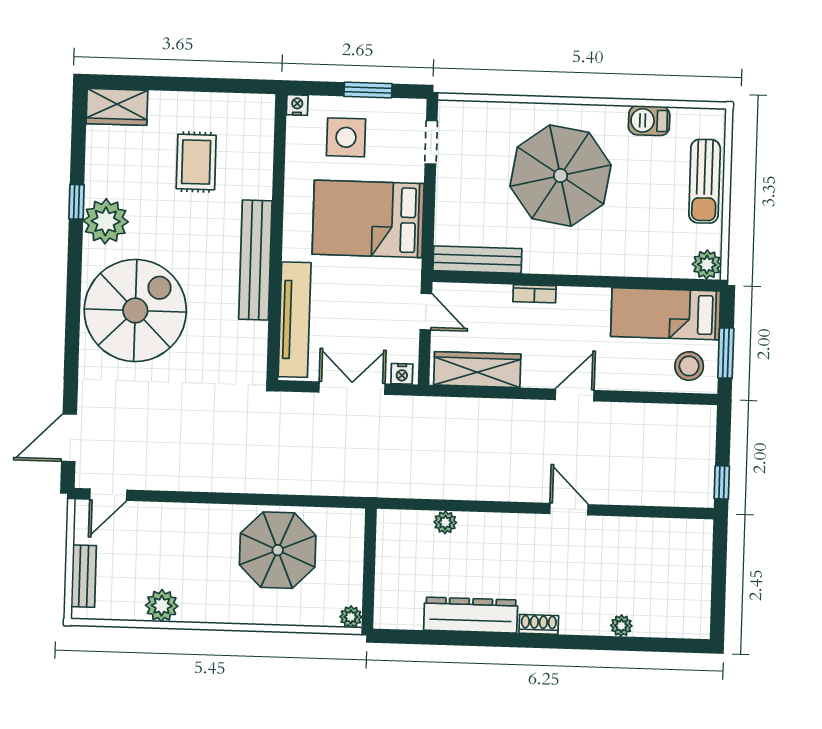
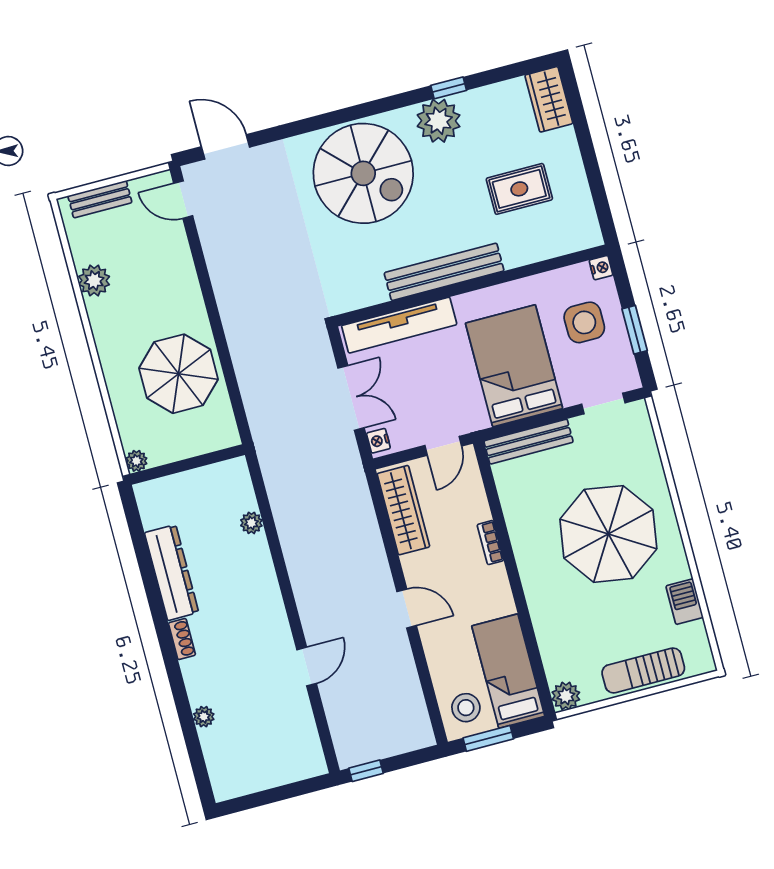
bench: (477, 260) -> (529, 442), moved, turned 90
door: (569, 509) -> (307, 667), moved

